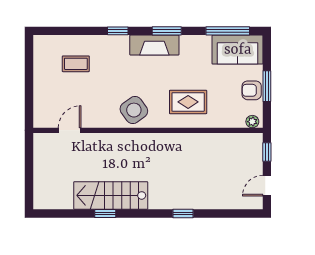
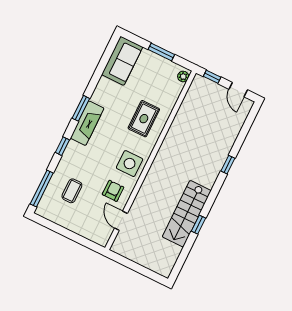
window: (228, 31) -> (42, 188), moved
armchair: (252, 90) -> (113, 191), moved, turned 180
side table: (134, 110) -> (130, 164), turned 36

